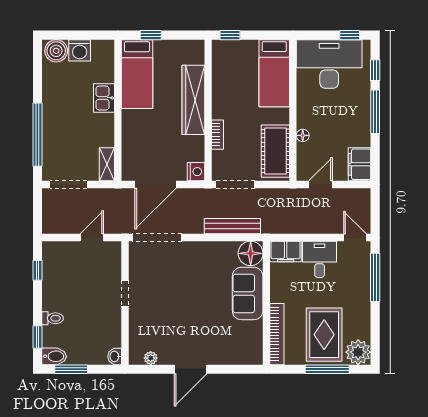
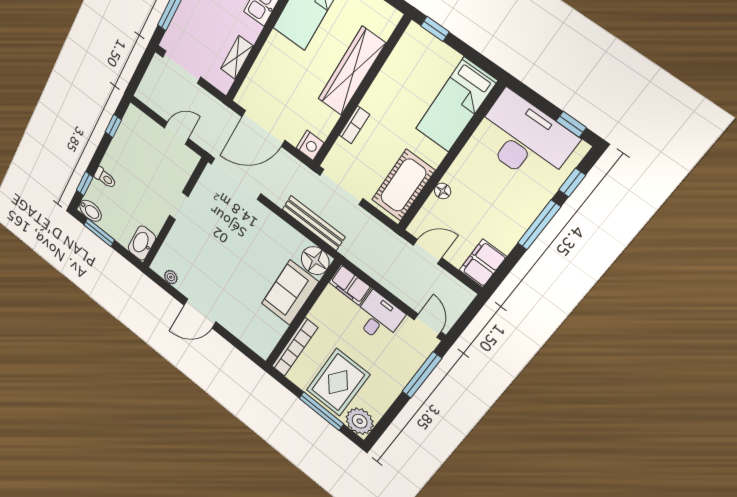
shelving: (107, 164) -> (237, 57), moved
washbasin: (115, 356) -> (142, 243), width x1.91, depth x1.45

